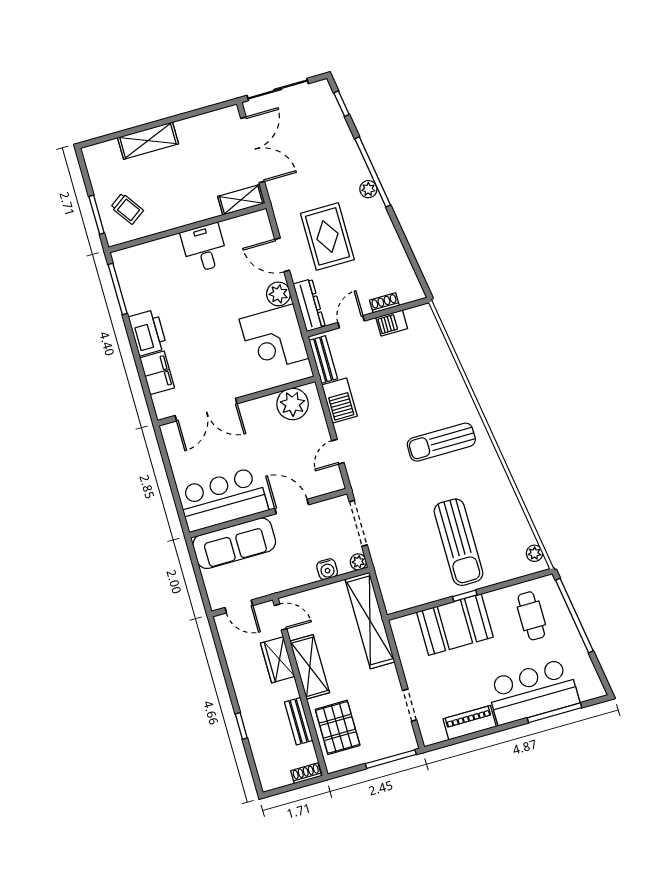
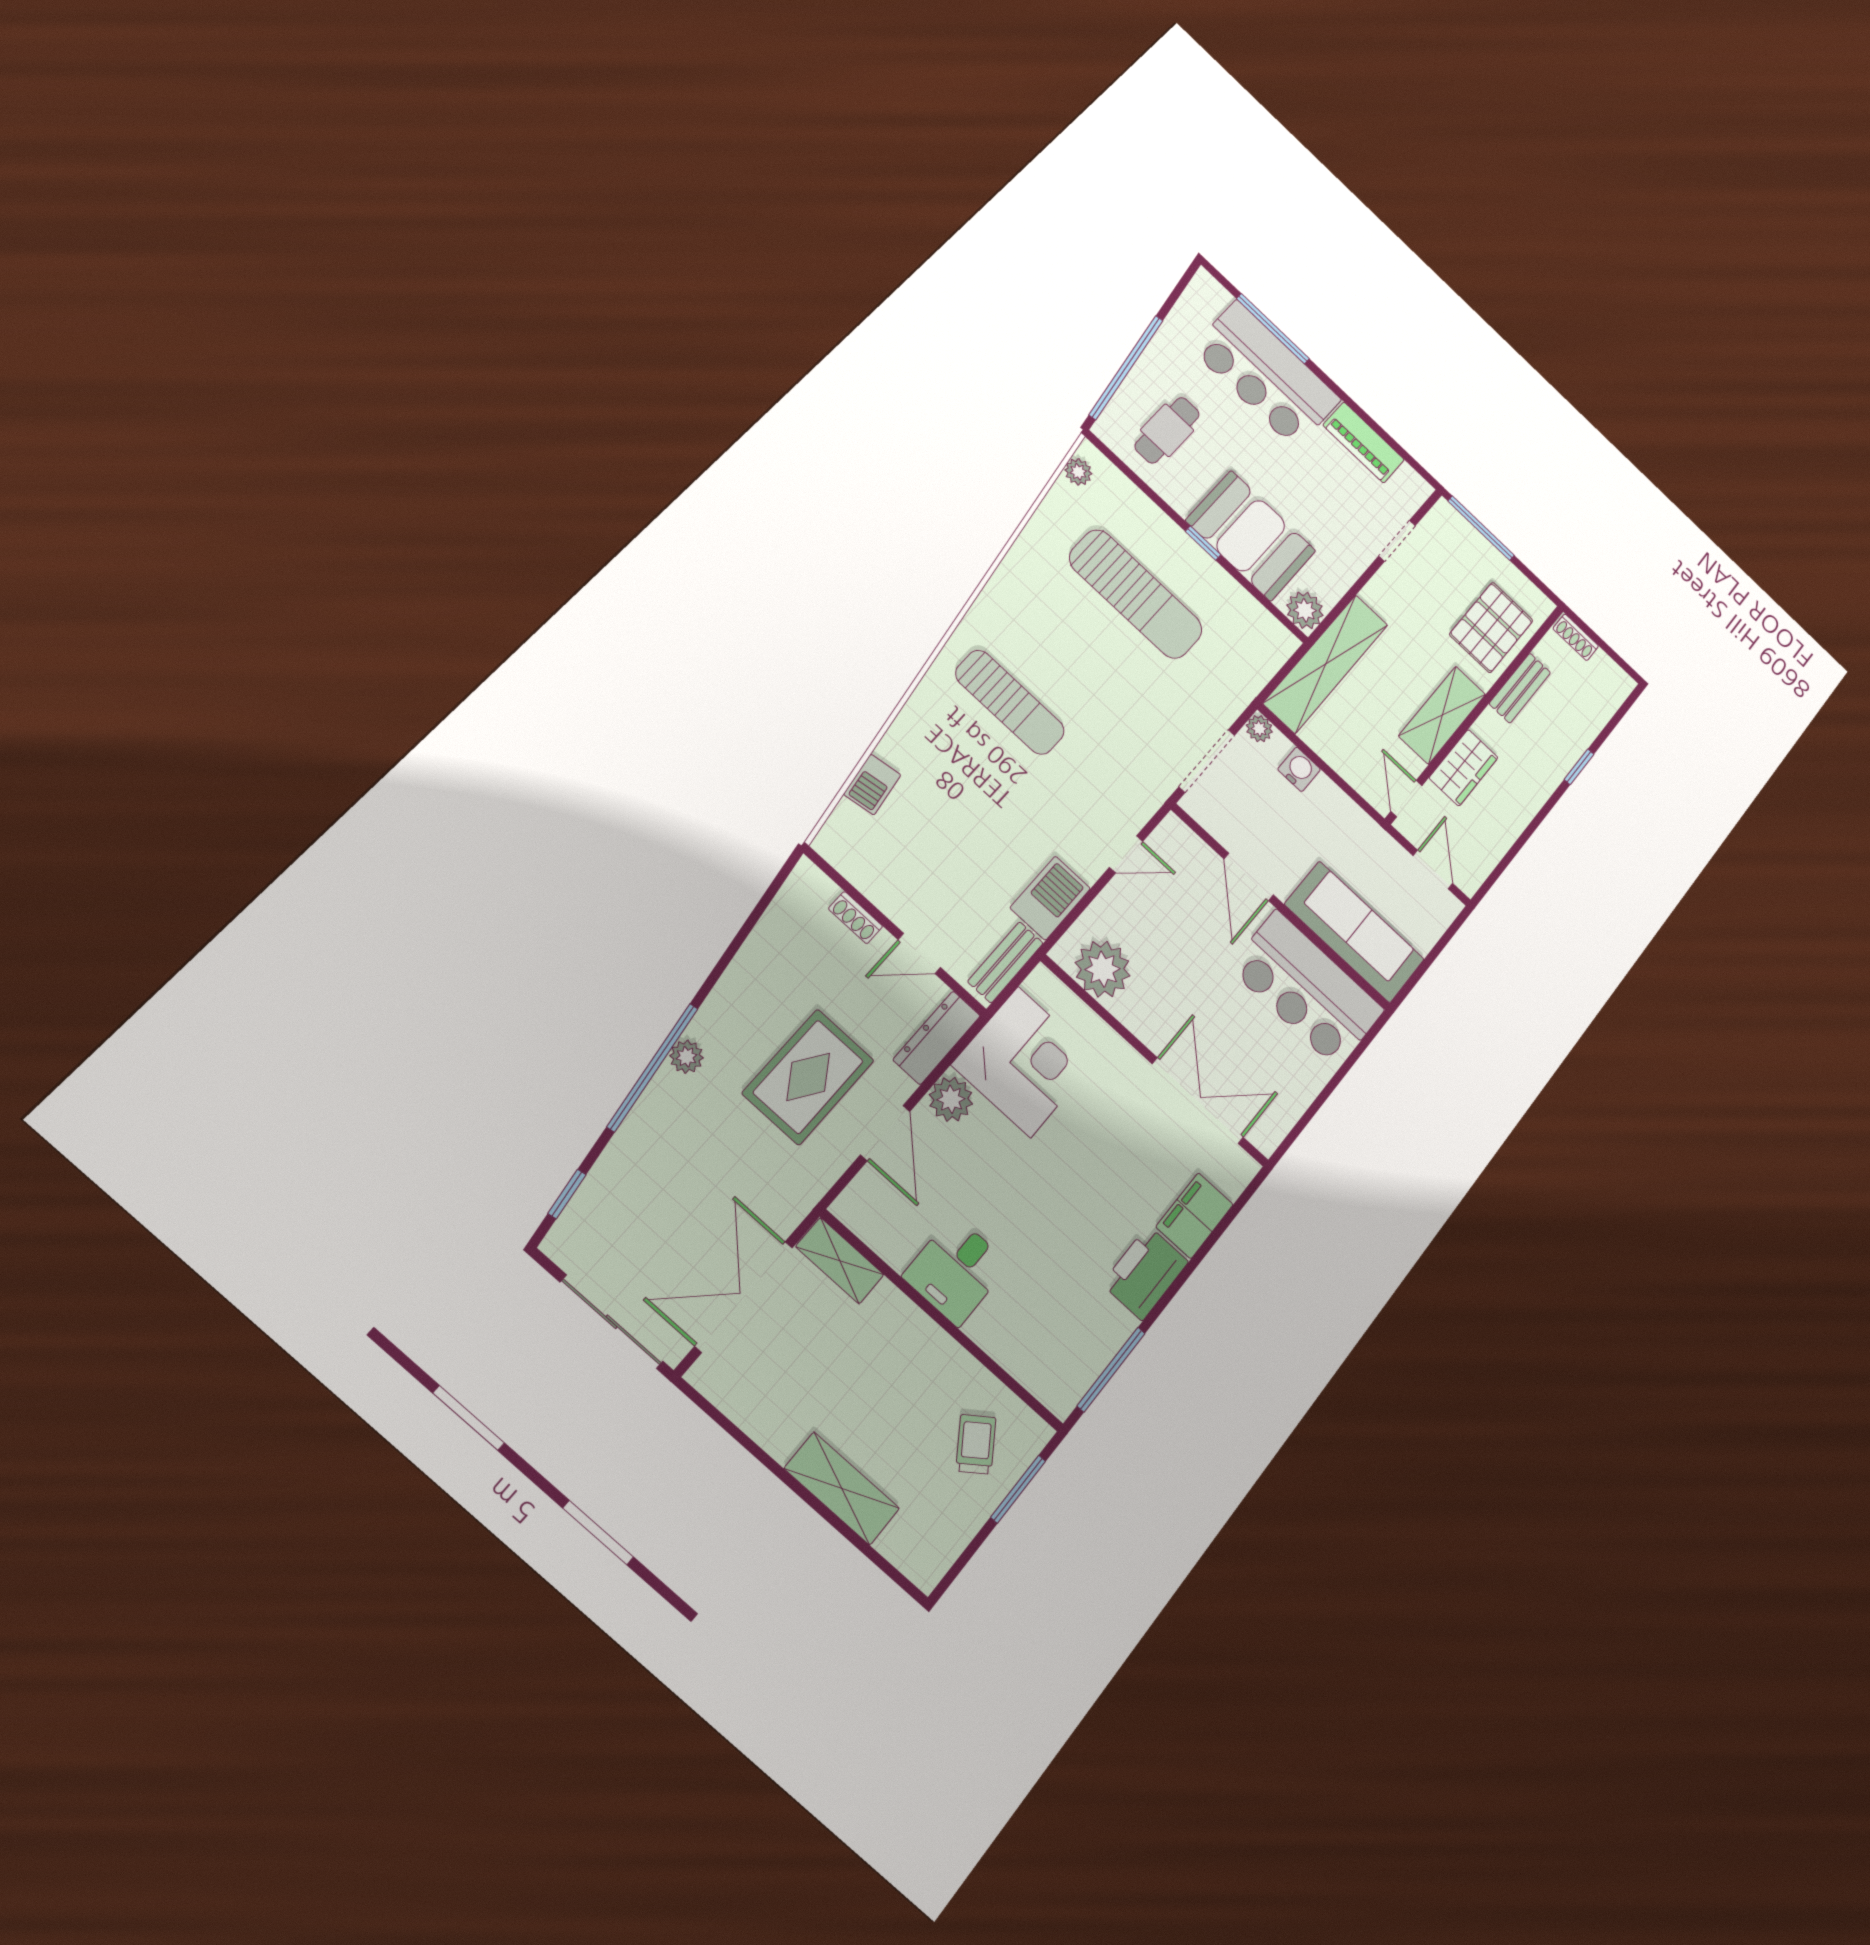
barbecue: (392, 323) -> (872, 785), moved, turned 81
sun lounger: (459, 542) -> (1136, 594), turned 90
plant: (402, 628) -> (1305, 610), added

